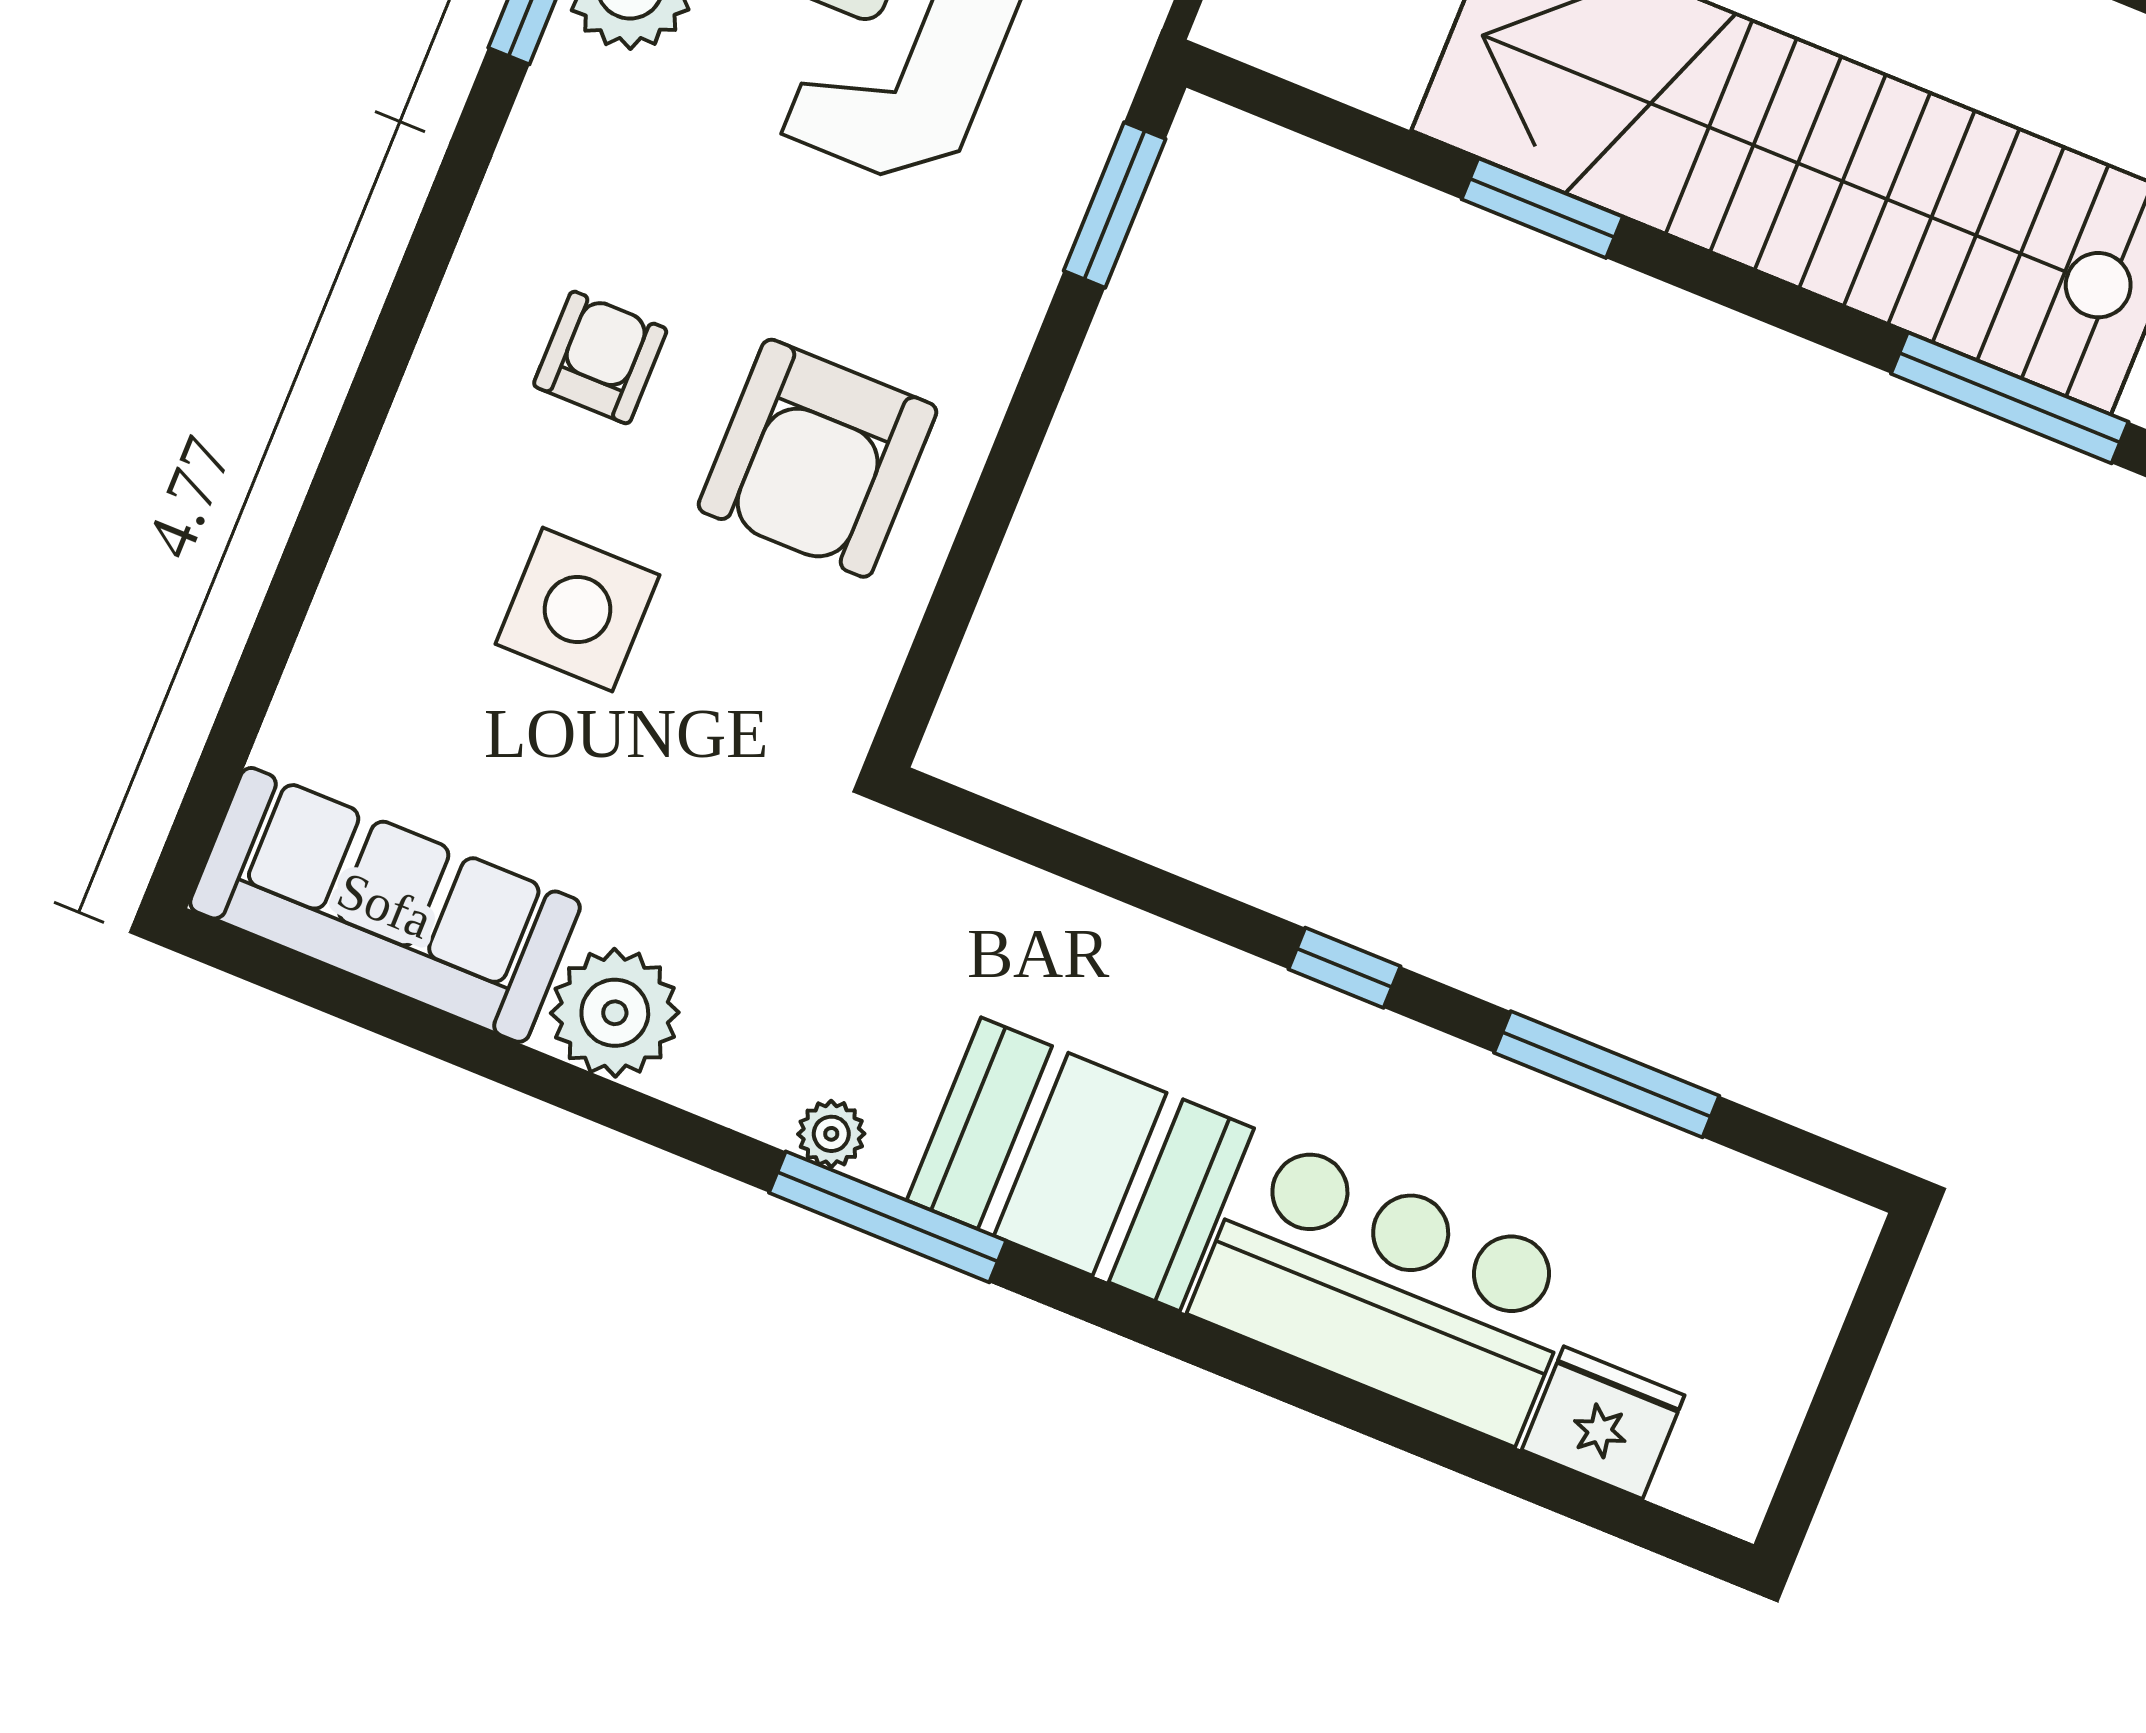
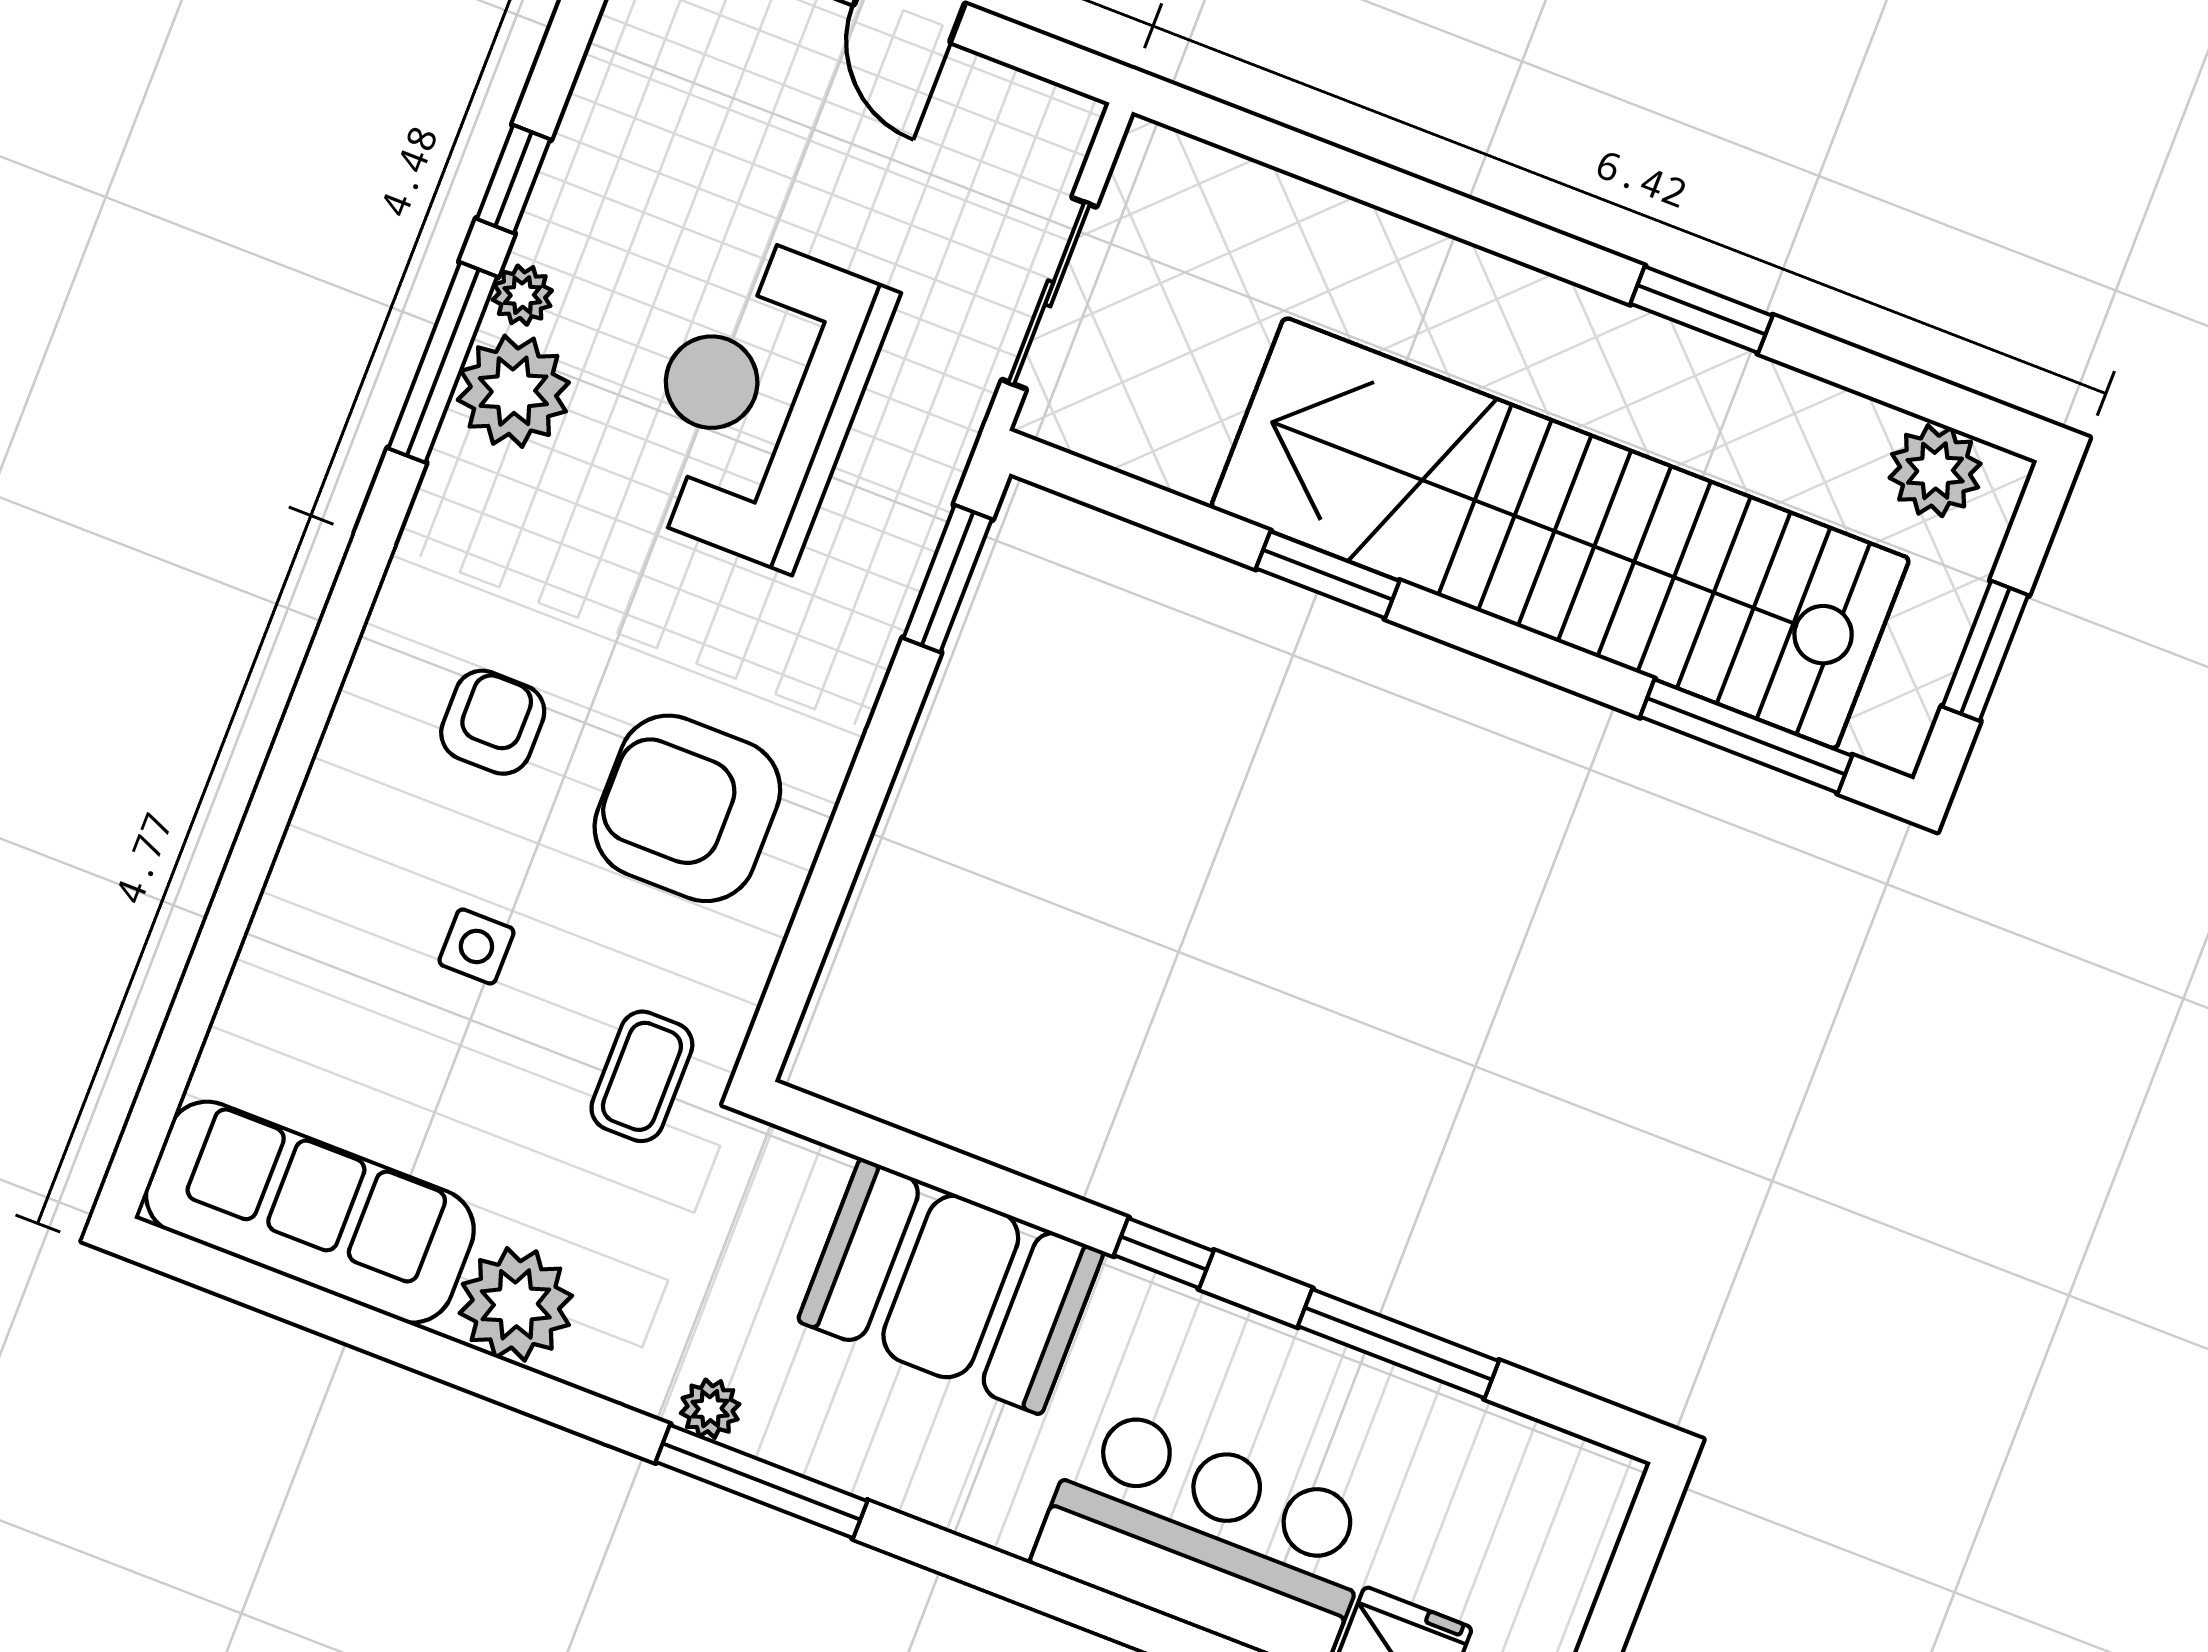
armchair: (817, 458) -> (687, 808), turned 90
side table: (578, 609) -> (476, 946), width x0.54, depth x0.54
coffee table: (761, 759) -> (642, 1076), added
booth: (1080, 1164) -> (951, 1286), moved

